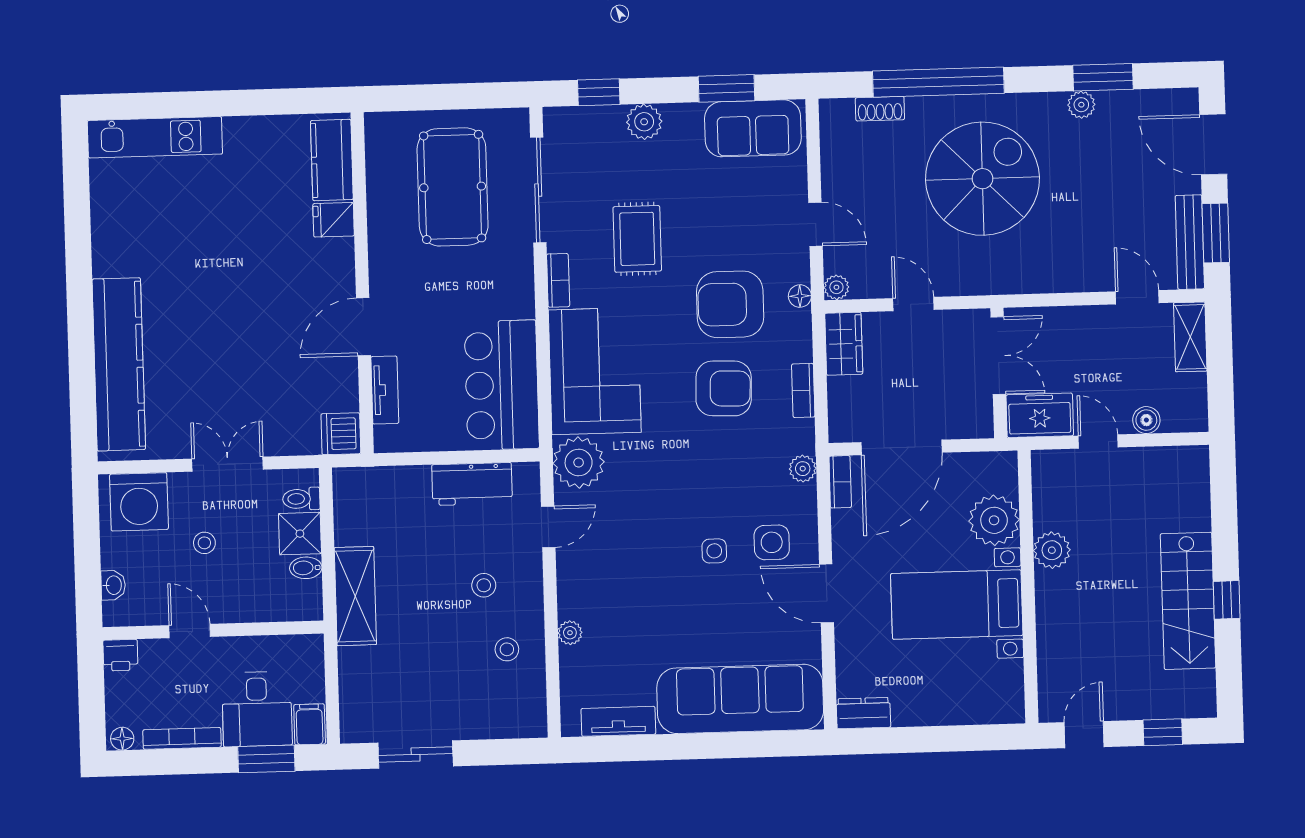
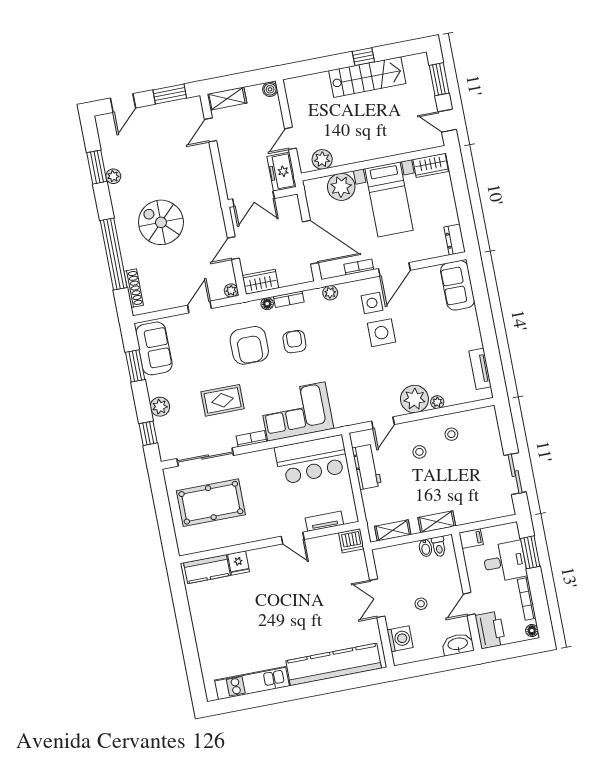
shoe rack: (880, 109) -> (134, 288), width x1.43
kitchen unit: (155, 137) -> (252, 683), moved, turned -90
door: (1213, 144) -> (123, 103), width x0.73
spiral stairs: (982, 179) -> (161, 222), width x0.73, depth x0.73
bench: (1190, 242) -> (177, 107), removed
floor lamp: (800, 296) -> (267, 304), moved
door: (363, 327) -> (293, 538), width x0.73
double door: (998, 356) -> (253, 199), swing flipped
armchair: (724, 388) -> (294, 342), width x0.72, depth x0.72
boiler: (1146, 420) -> (270, 89), moved
plant: (579, 463) -> (414, 399), moved
bookcase: (840, 482) -> (359, 267), moved
toilet: (301, 499) -> (439, 547), moved
washing machine: (139, 502) -> (400, 639), width x0.73, depth x0.73
shelving: (347, 513) -> (393, 530), added
door: (548, 527) -> (383, 423), swing flipped
shower: (300, 534) -> (408, 554), removed
plant: (1052, 550) -> (322, 159), moved
side table: (714, 551) -> (381, 333), width x1.87, depth x1.87
washbasin: (113, 585) -> (458, 644), width x1.91, depth x1.45
shelving: (355, 596) -> (437, 522), width x0.67, depth x0.75
printer: (120, 655) -> (490, 630), width x1.87, depth x1.48
wardrobe: (1007, 691) -> (431, 165), added
sofa: (740, 699) -> (458, 285), width x0.54, depth x0.79
filing cabinet: (310, 724) -> (471, 539), moved, turned 180
window: (1163, 732) -> (439, 79), width x1.50

